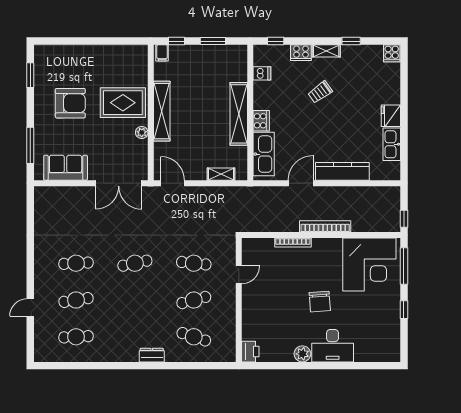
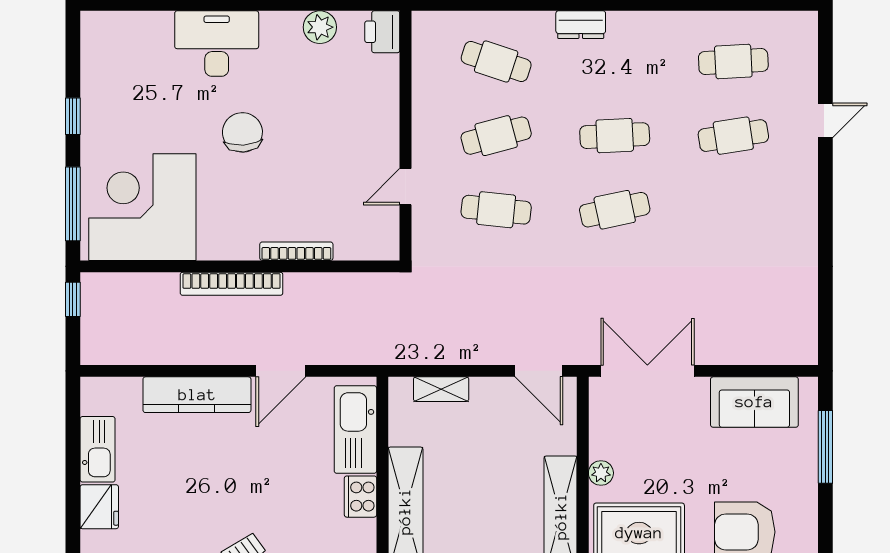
cafe table: (76, 263) -> (615, 136), moved
plant: (302, 354) -> (320, 27), moved

